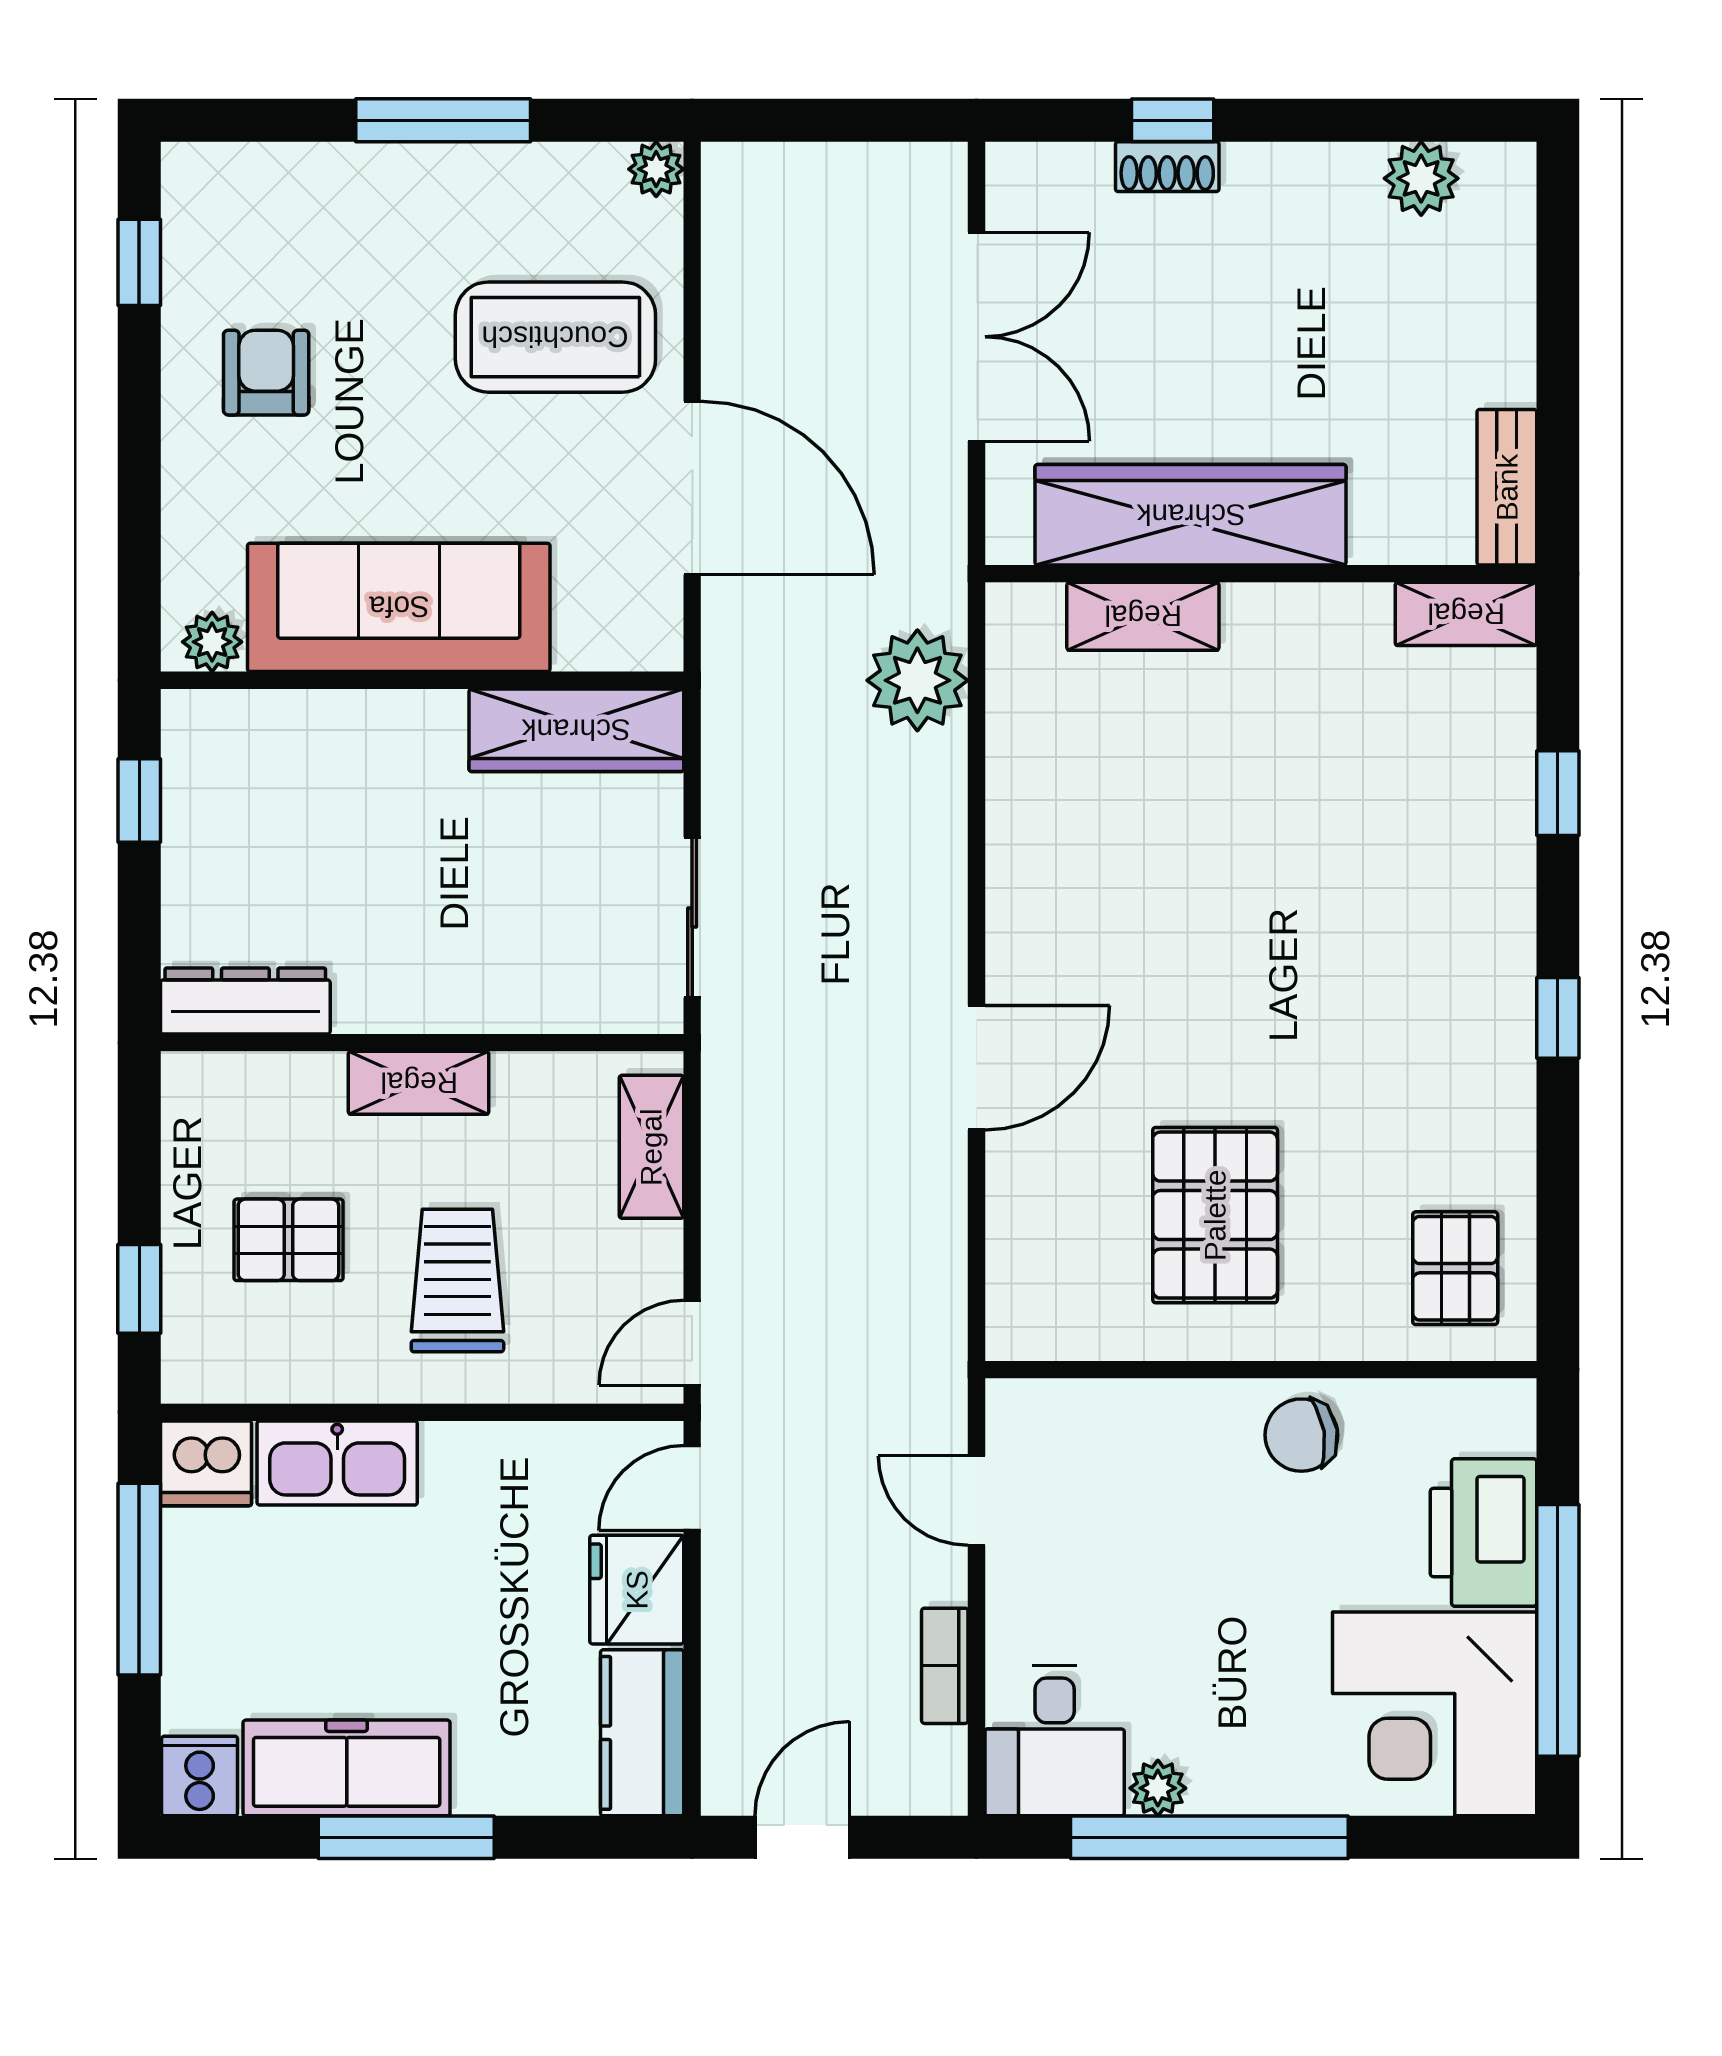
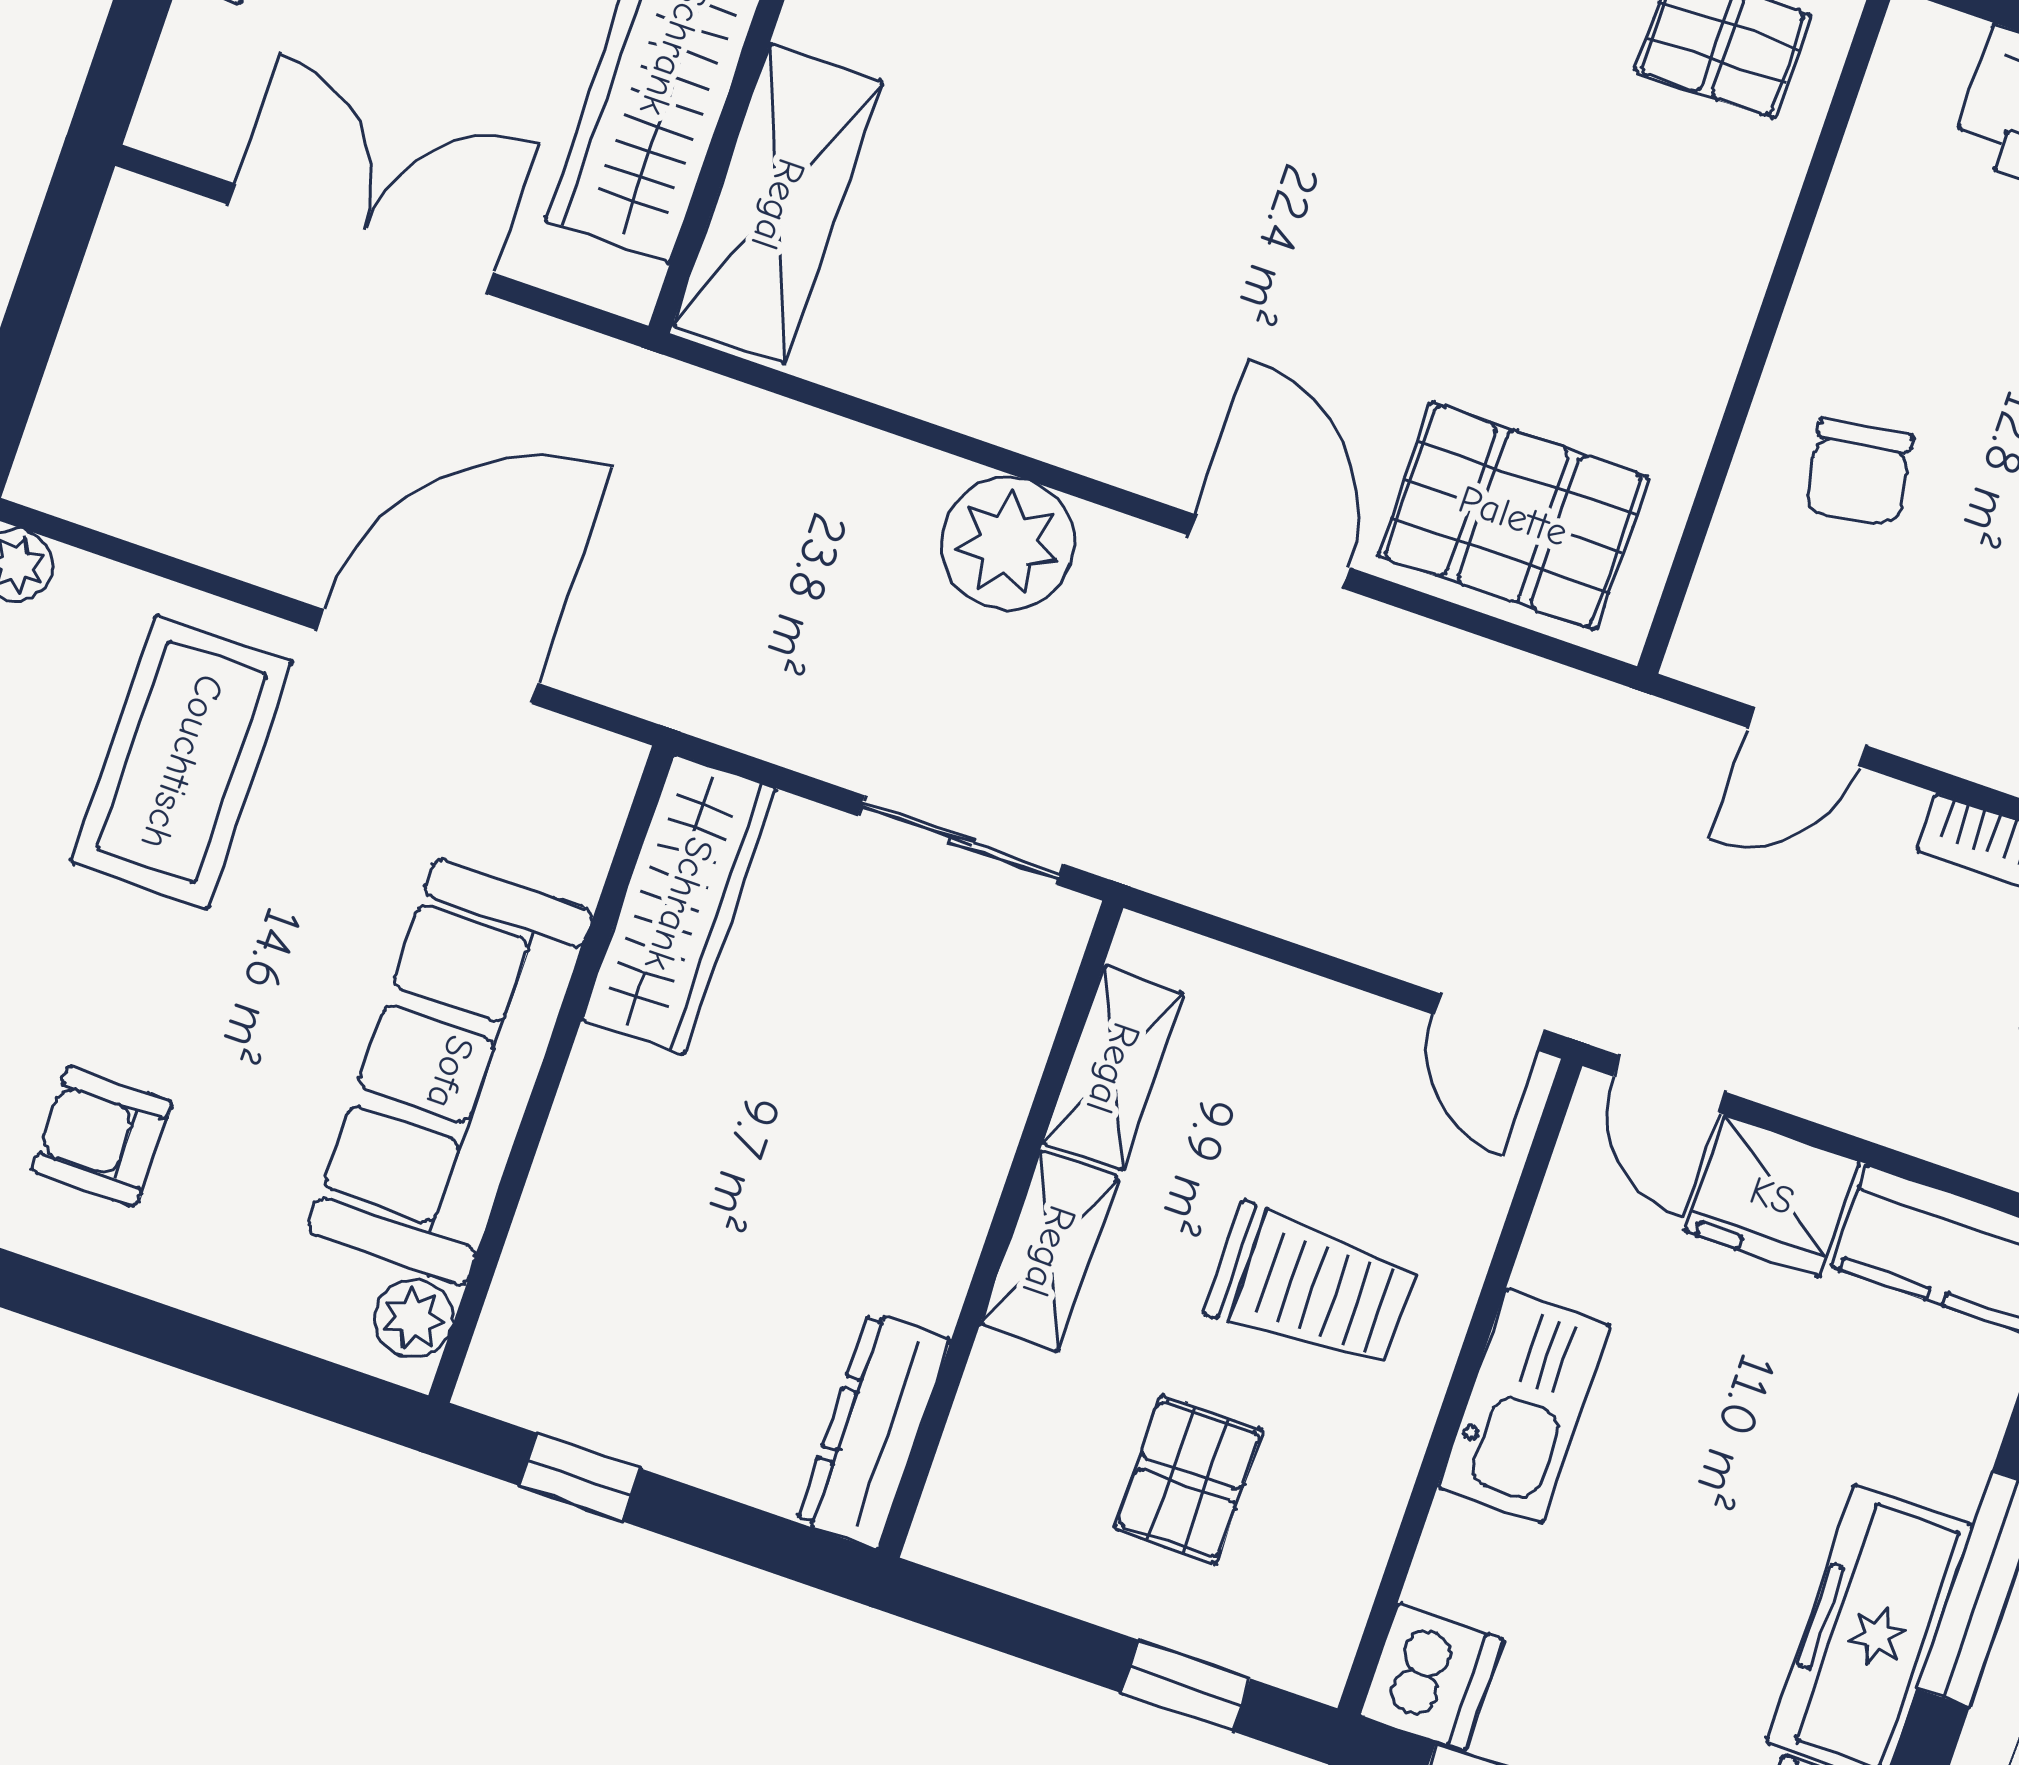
shelving: (1143, 616) -> (778, 204), width x1.50, depth x1.33
plant: (917, 680) -> (1008, 543), moved
shelving: (651, 1147) -> (1113, 1068), moved, turned 90
pallet: (1215, 1215) -> (1513, 516), moved
trolley: (457, 1281) -> (1311, 1287), turned 180
chair: (1301, 1435) -> (1859, 473), moved
kitchen sink: (337, 1463) -> (1524, 1406), moved

